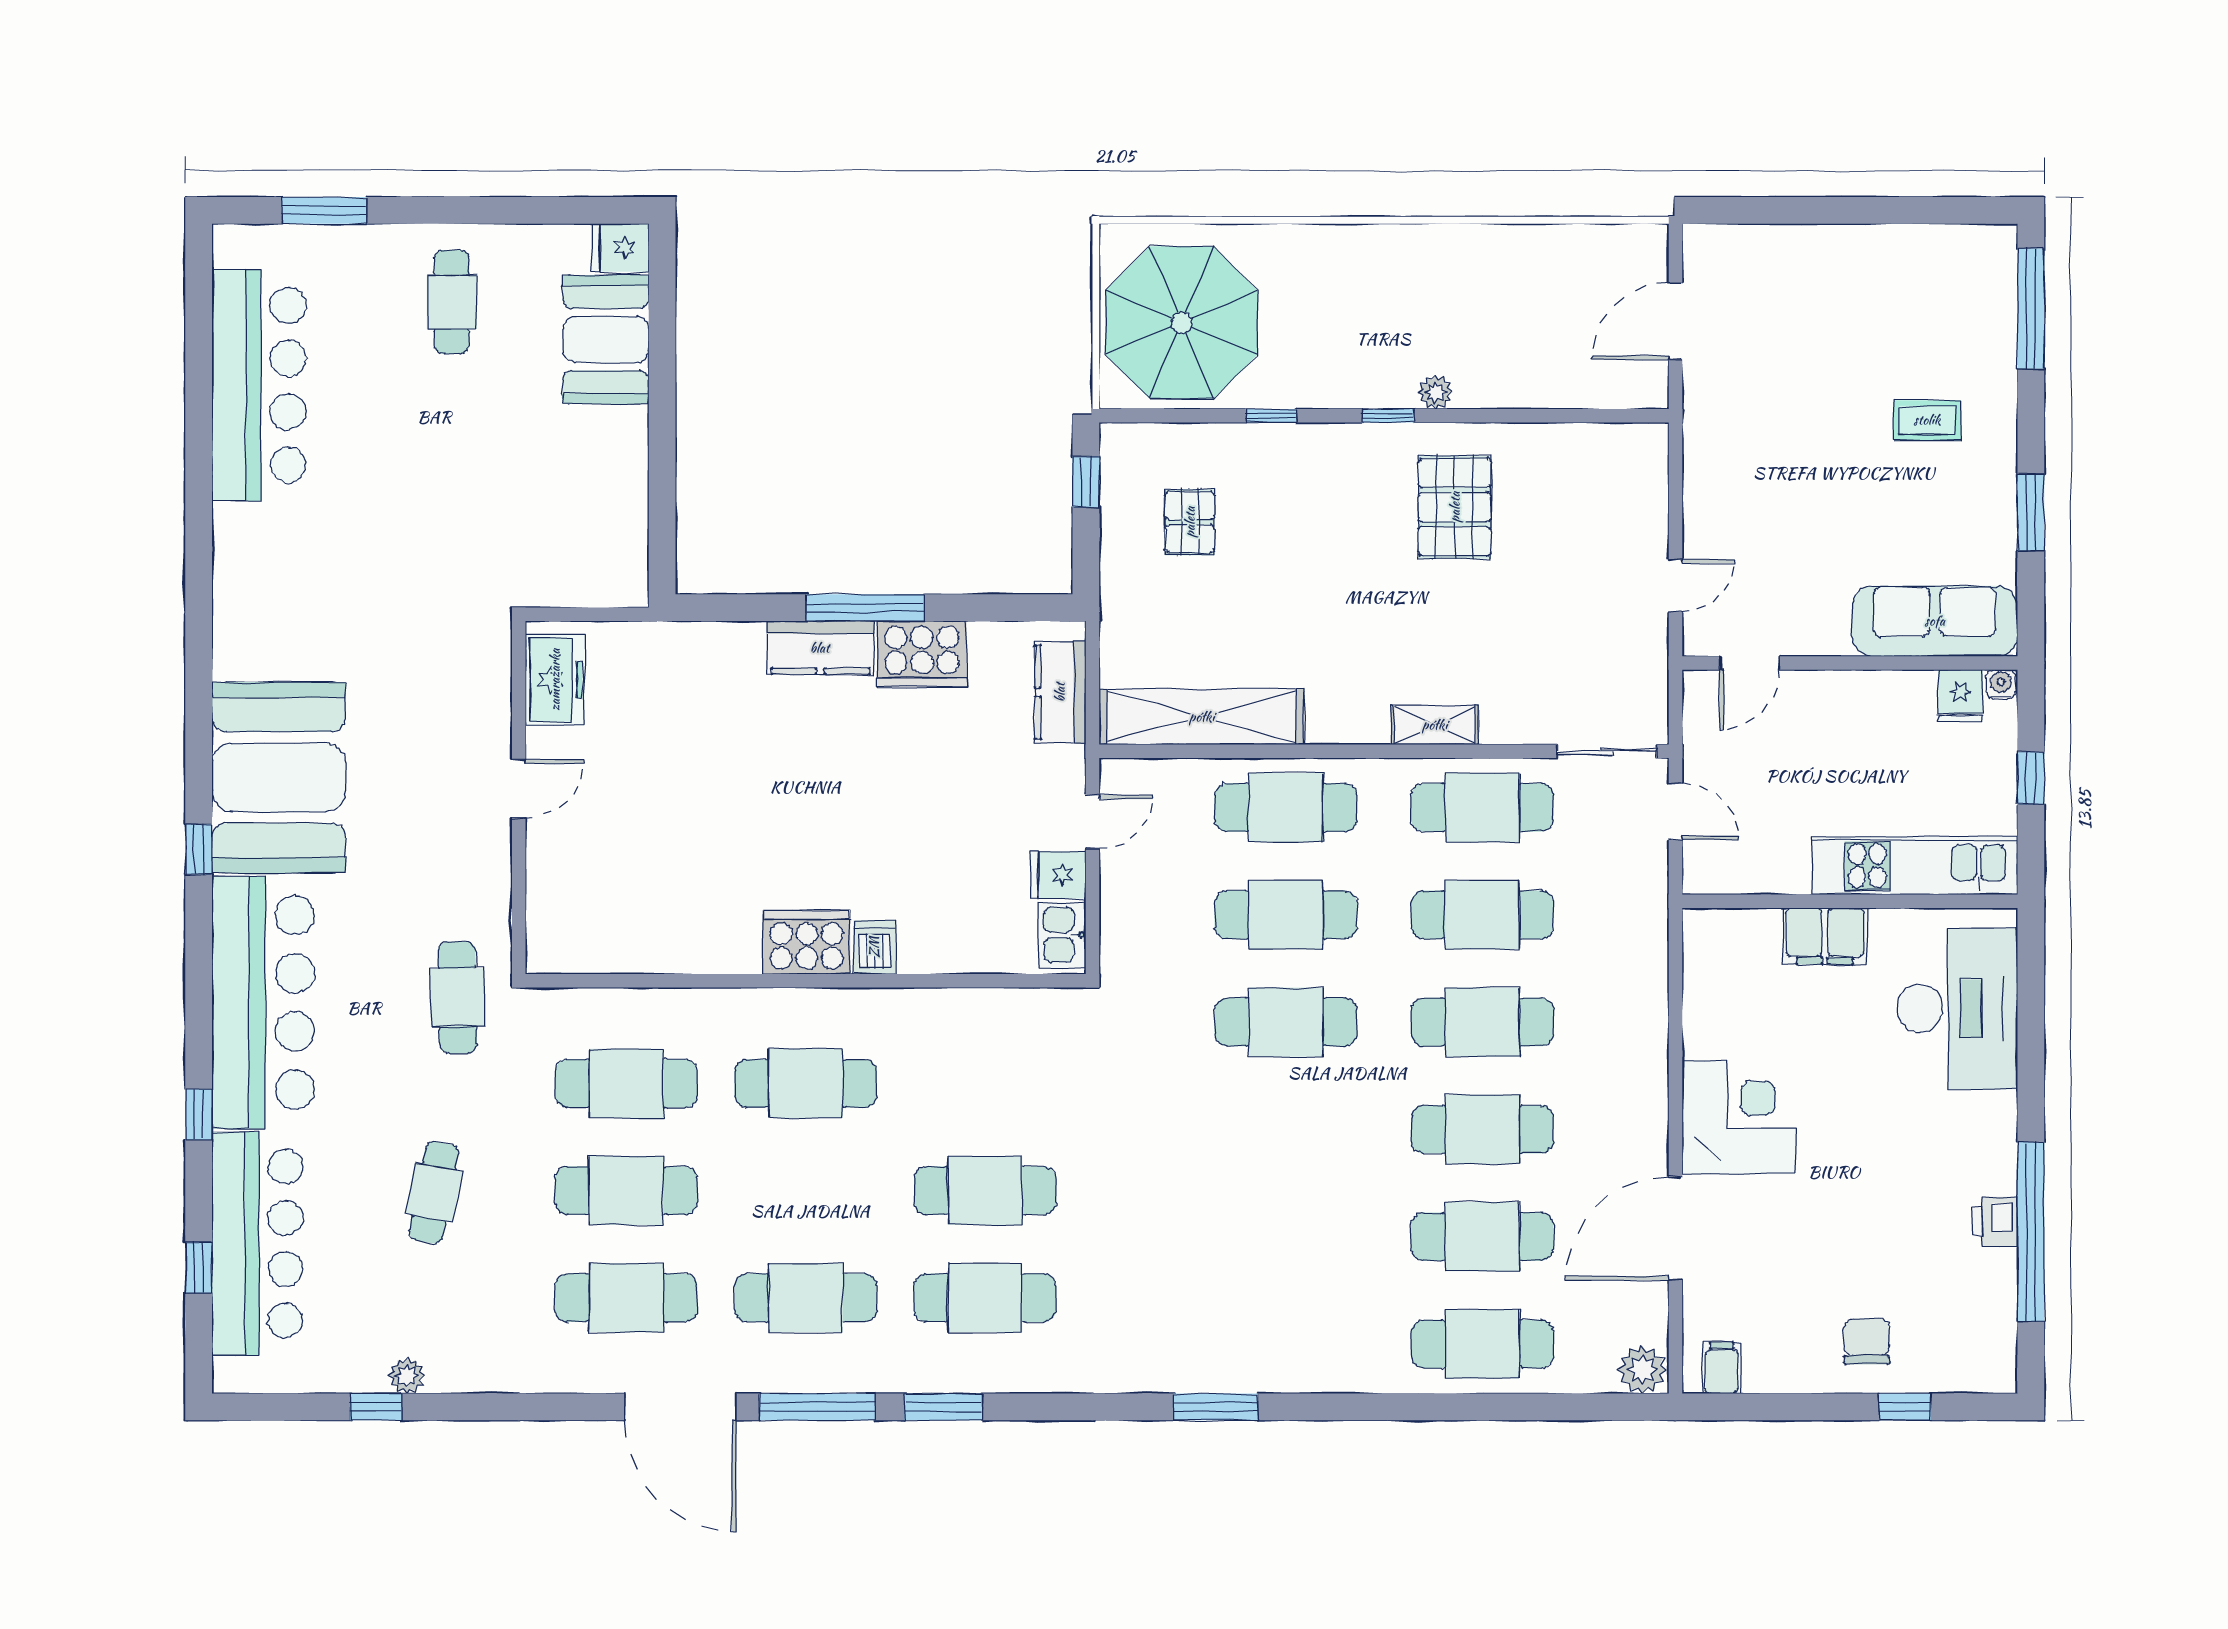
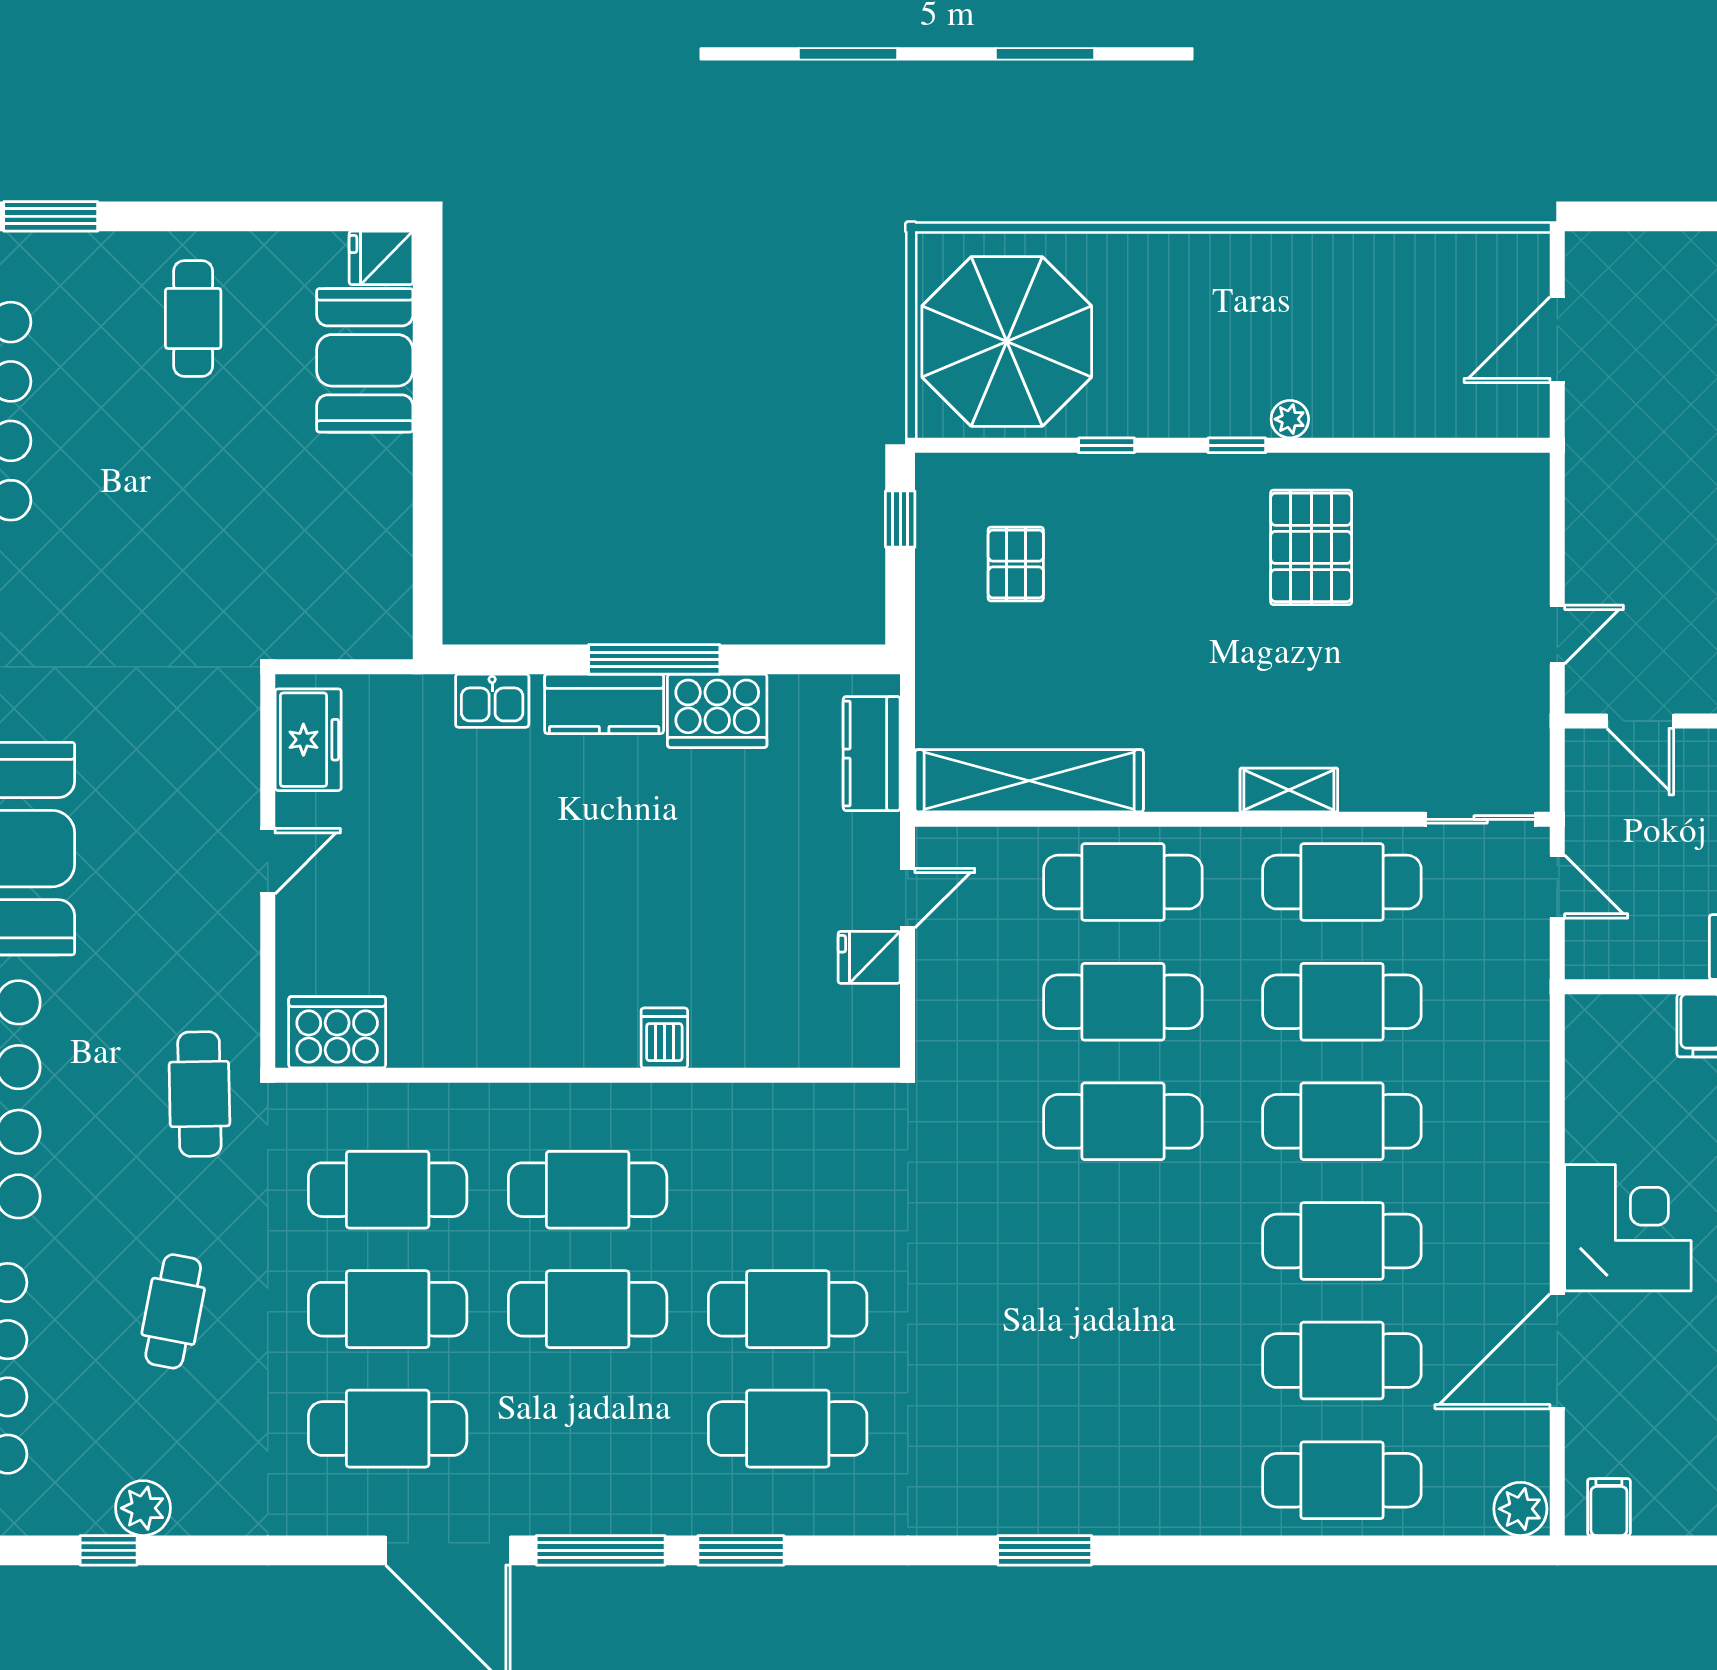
door: (1750, 663) -> (1640, 721), hinge flipped
kitchen sink: (1062, 935) -> (492, 701), moved, turned -90
cooker: (807, 942) -> (337, 1032), moved
cafe table: (806, 1298) -> (588, 1309), moved
plant: (407, 1376) -> (143, 1508), width x1.38, depth x1.38

